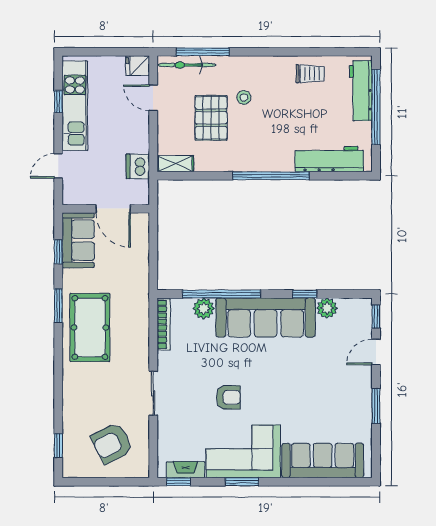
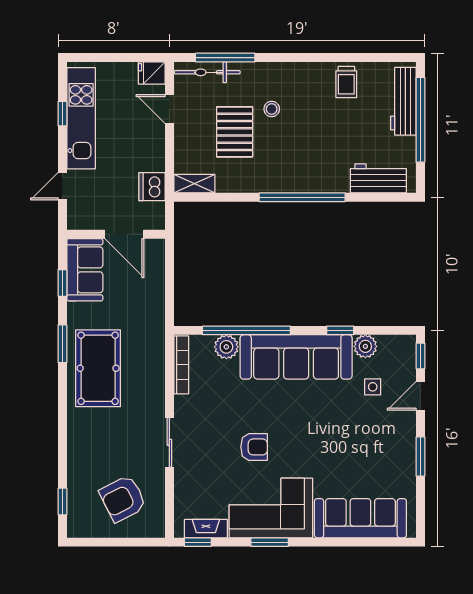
trolley: (310, 74) -> (346, 82), turned 90
workbench: (329, 159) -> (378, 178), width x0.73
side table: (334, 344) -> (373, 387), added

